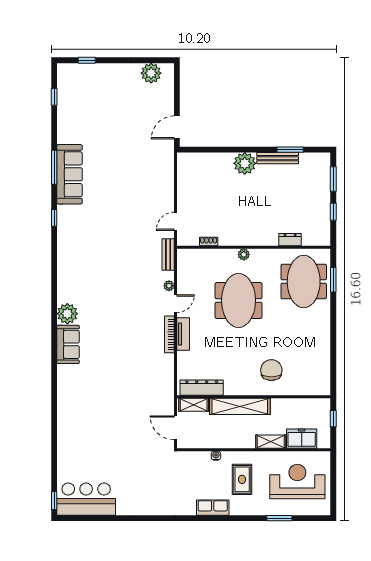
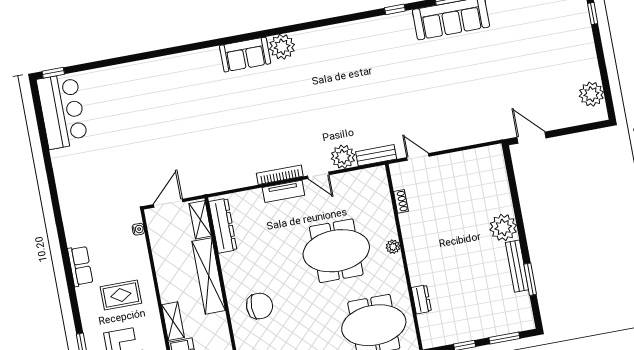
plant: (169, 286) -> (343, 157), width x1.87, depth x1.87
water cooler: (216, 456) -> (138, 229), moved

